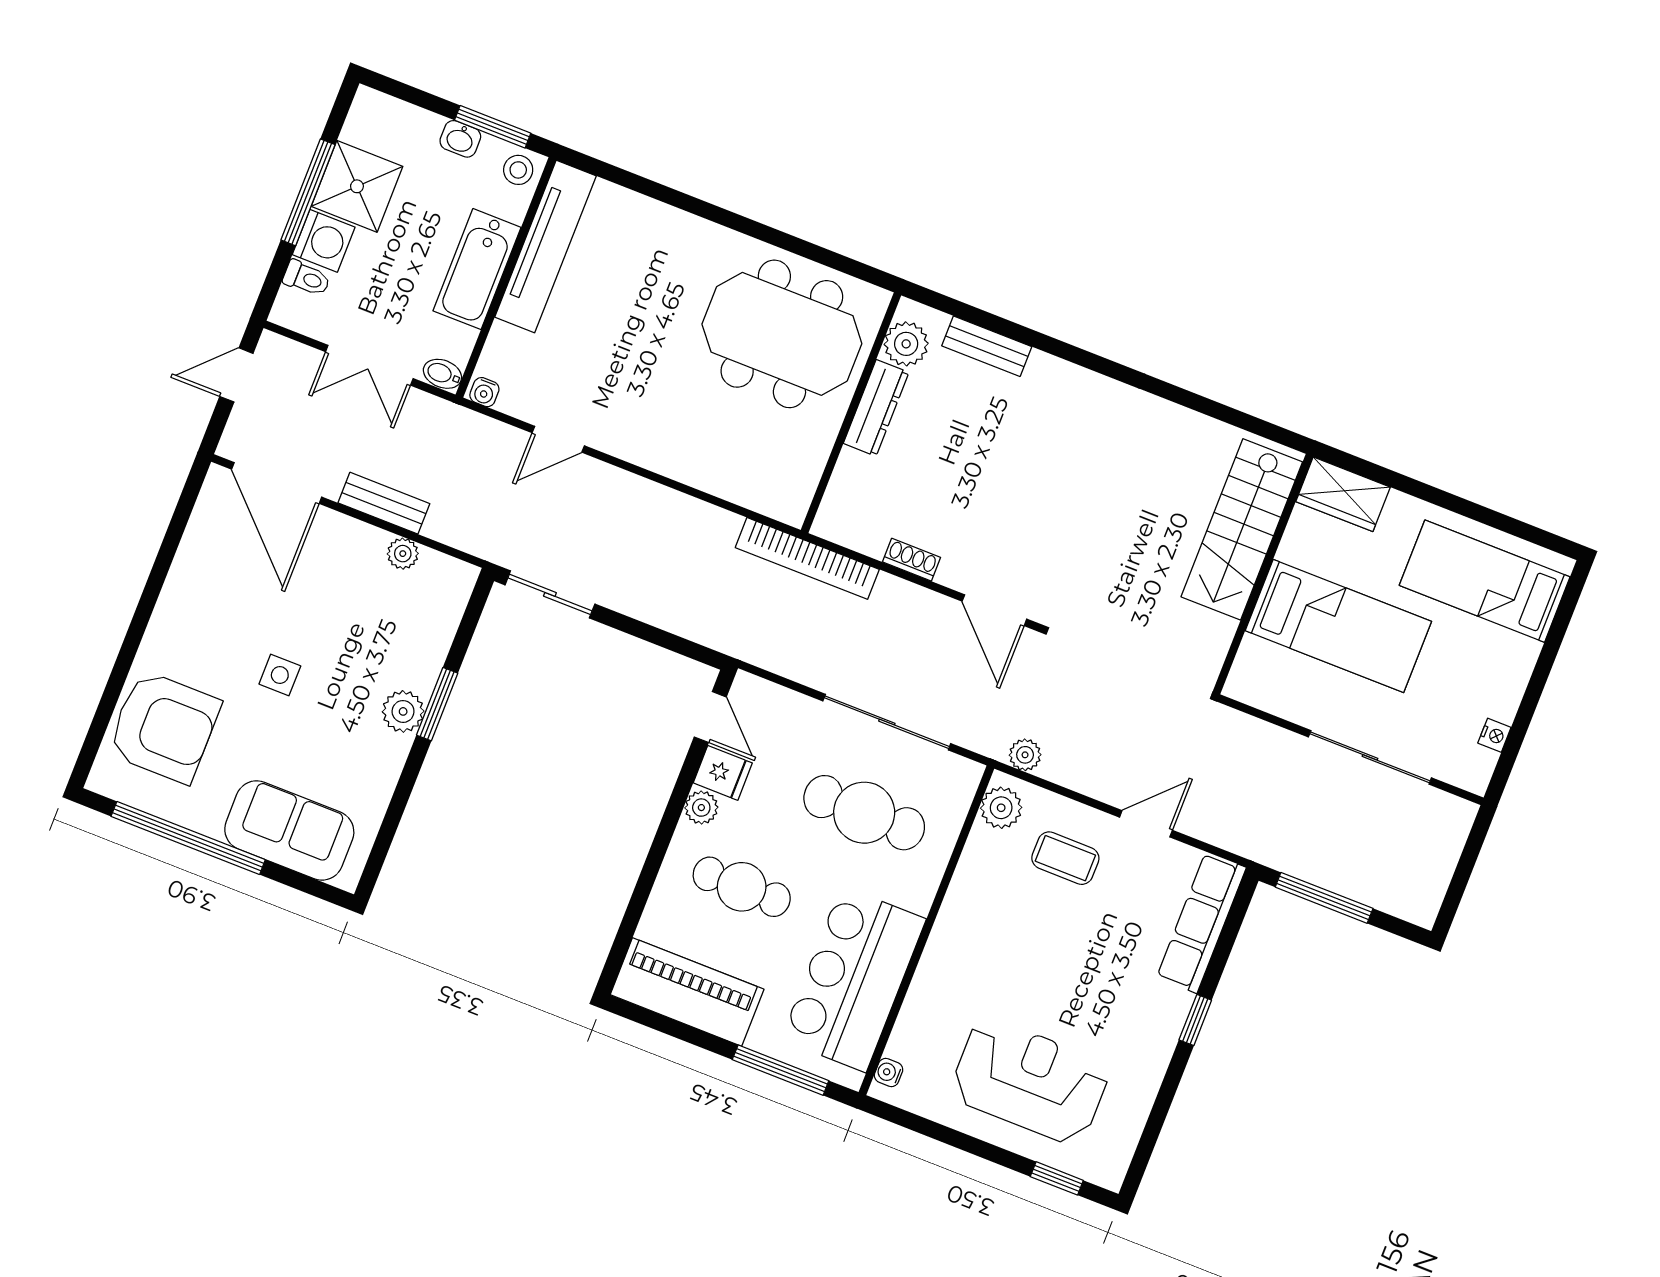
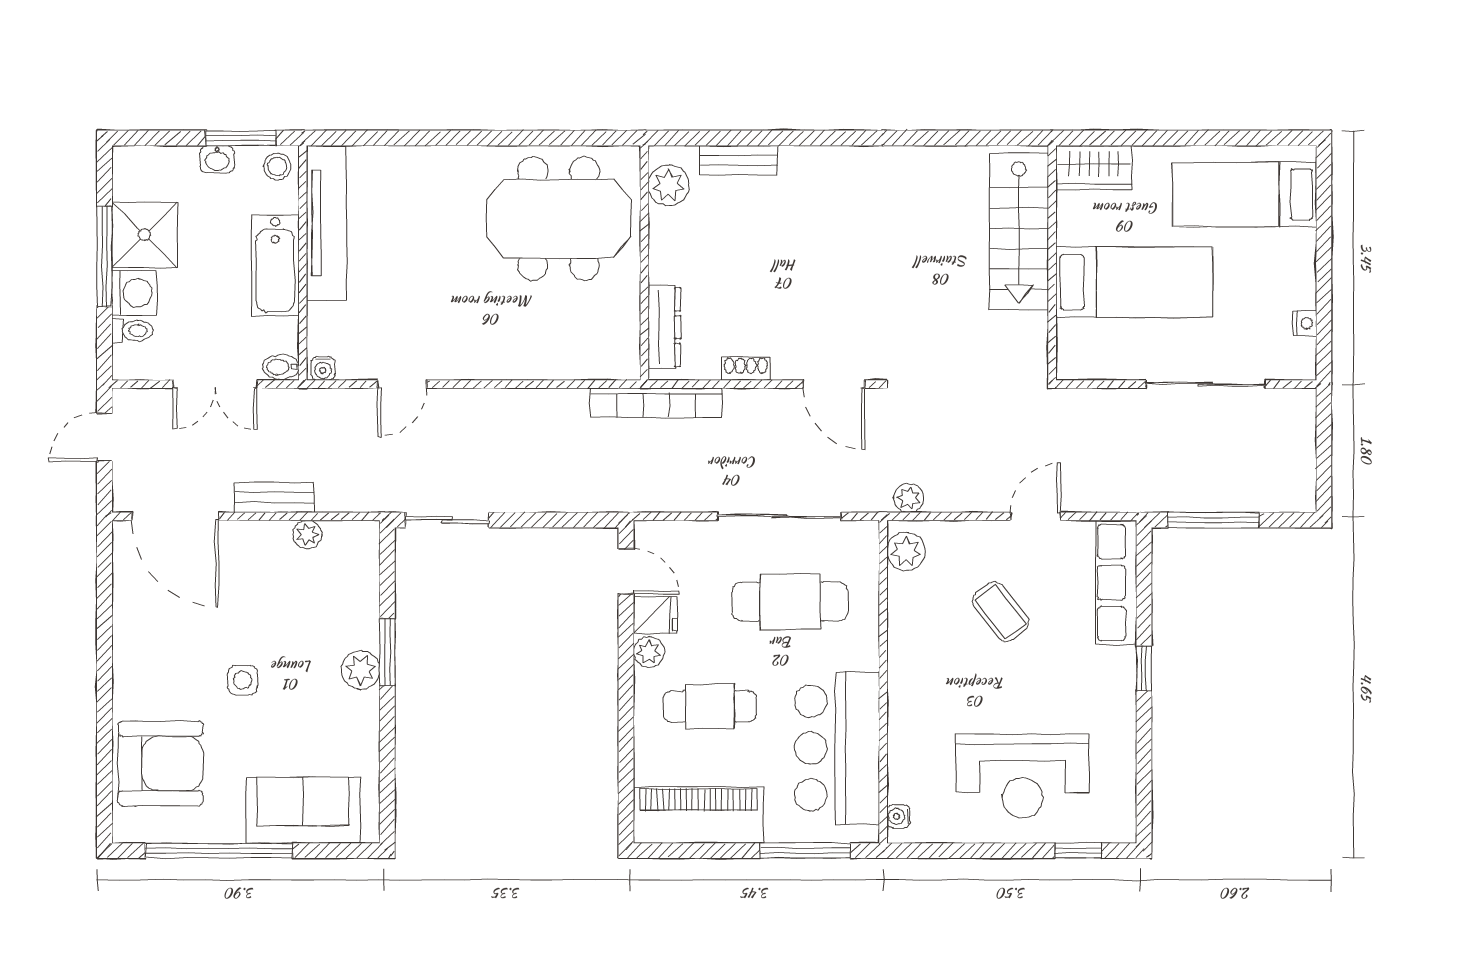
dresser: (876, 408) -> (664, 327), moved
coffee table: (1065, 858) -> (1000, 612), moved, turned 52
reception desk: (1030, 1081) -> (1022, 776), turned 180

